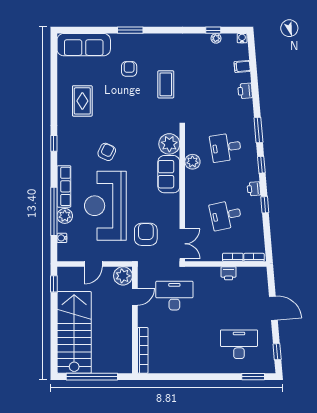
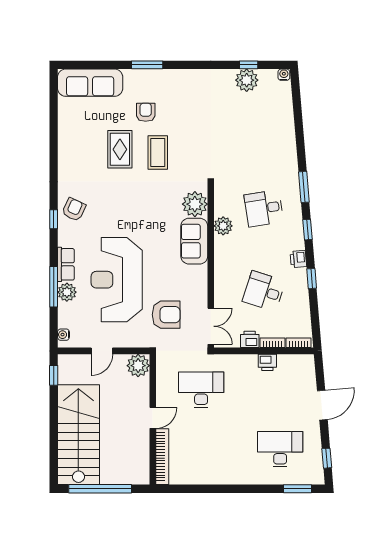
plant: (216, 38) -> (247, 80), width x1.88, depth x1.88
filing cabinet: (242, 66) -> (284, 109), removed
coffee table: (166, 84) -> (158, 153), moved
printer: (245, 91) -> (250, 339), moved, turned 95
rug: (82, 101) -> (120, 149), moved
window: (54, 143) -> (54, 219), moved
armchair: (107, 152) -> (74, 209), moved
row of seats: (64, 186) -> (66, 264), width x0.68
window: (54, 211) -> (54, 287), width x0.68
desk: (226, 215) -> (264, 291), turned 30
armchair: (146, 234) -> (166, 315), turned 90
water cooler: (62, 238) -> (63, 335), moved
door: (135, 297) -> (153, 418), moved
door: (273, 308) -> (322, 405), hinge flipped

